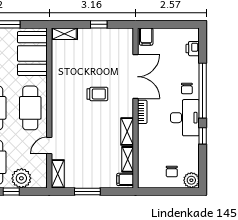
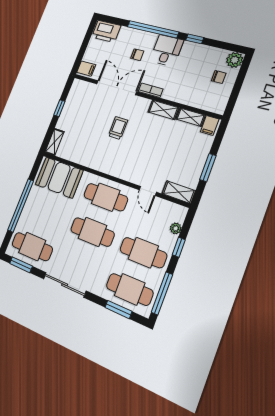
printer: (193, 49) -> (106, 31), width x1.87, depth x1.48
chair: (187, 88) -> (137, 55), moved
desk: (185, 118) -> (167, 50), width x0.73
plant: (21, 178) -> (176, 228), width x0.53, depth x0.53

